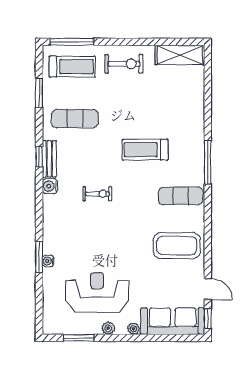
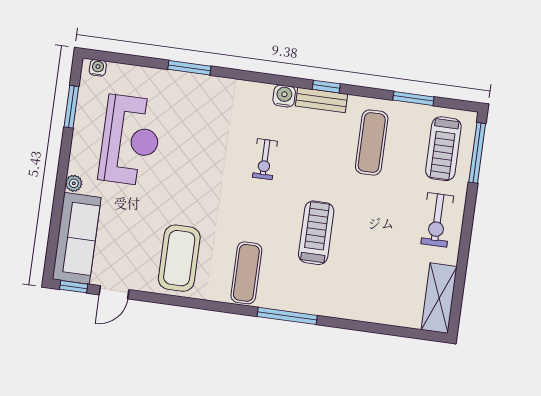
water cooler: (48, 261) -> (98, 68), moved
plant: (108, 328) -> (79, 149), removed

